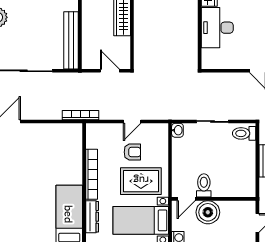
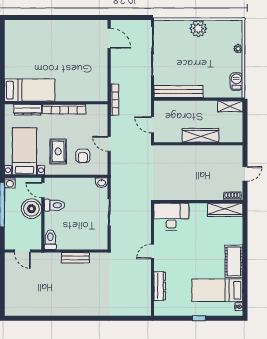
desk: (217, 28) -> (171, 217), moved
door: (110, 71) -> (153, 125), swing flipped
toilet: (244, 133) -> (50, 240), moved
armchair: (132, 152) -> (83, 156), moved
rug: (141, 181) -> (58, 151), width x0.73, depth x0.70

